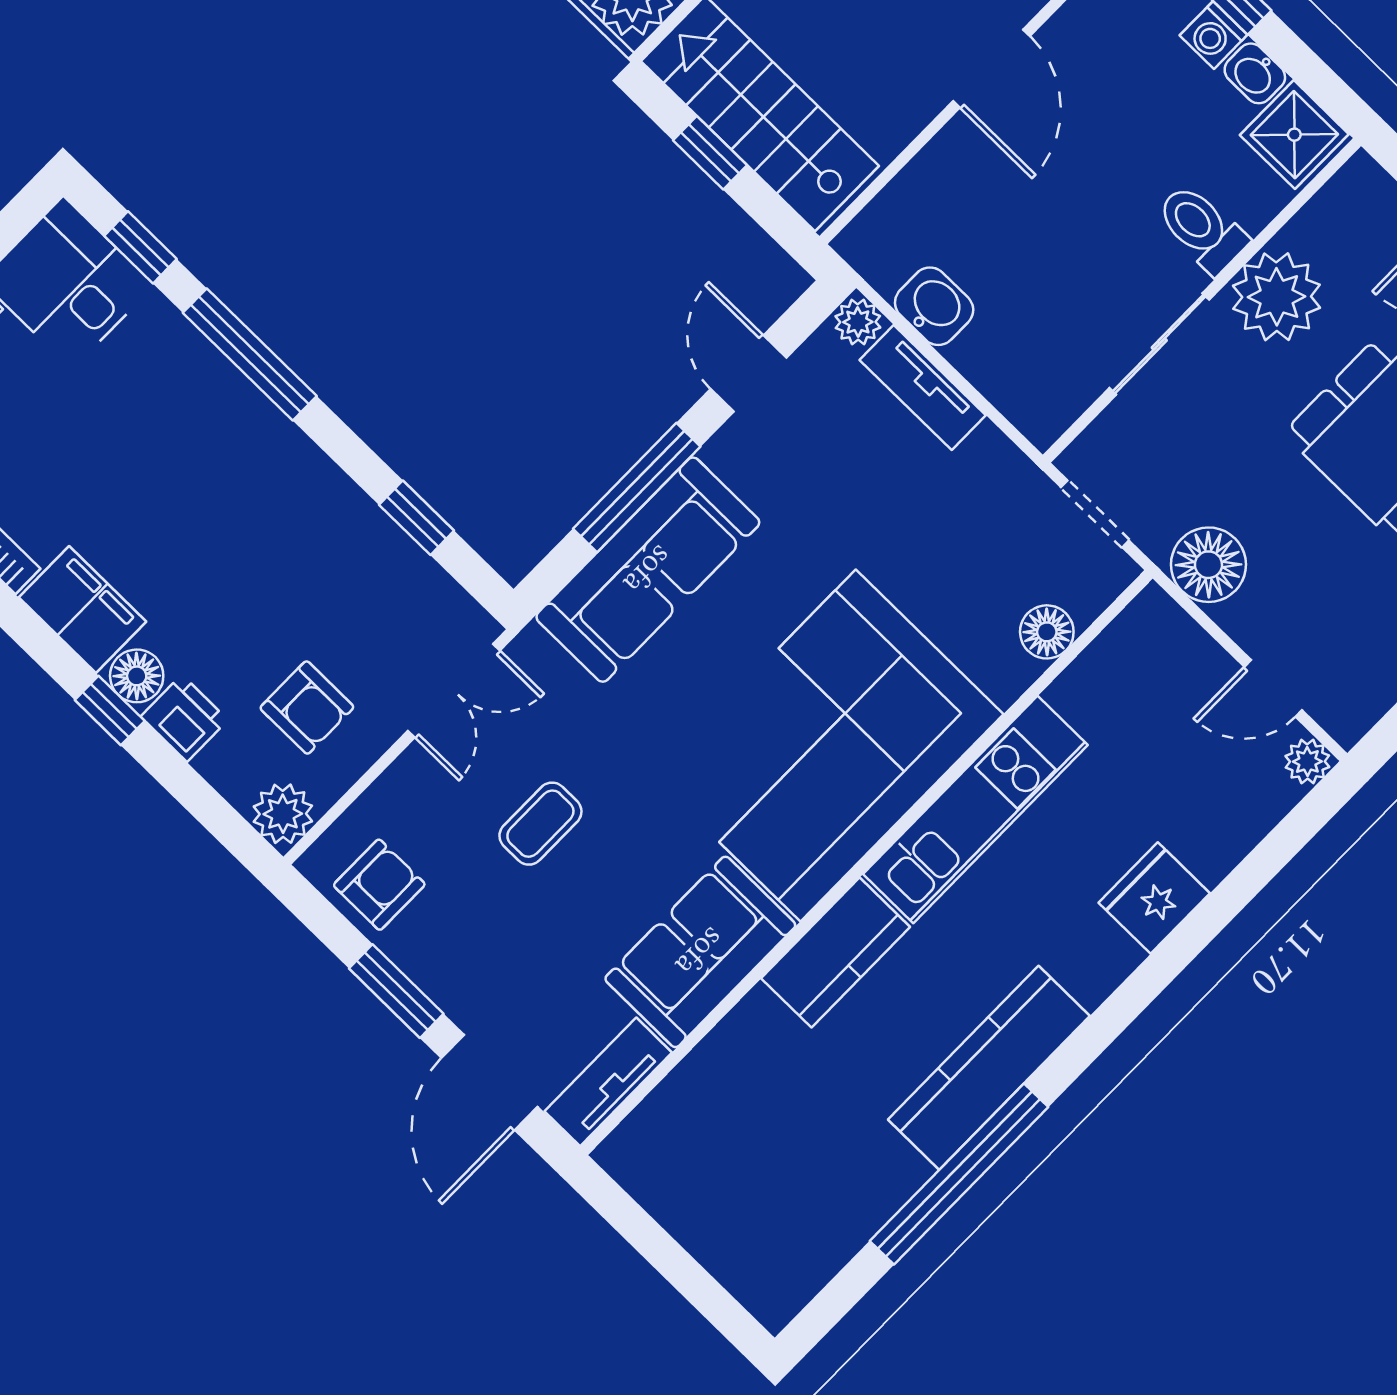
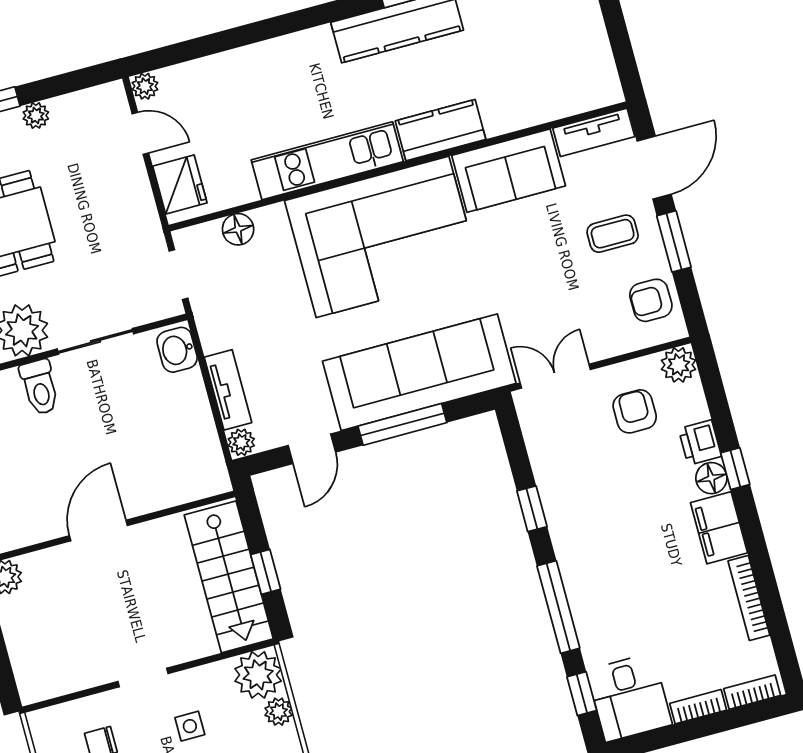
washbasin: (934, 306) -> (177, 350), moved
window: (417, 518) -> (532, 509), moved
floor lamp: (1208, 565) -> (136, 215), removed
sofa: (648, 570) -> (419, 372), width x1.36, depth x1.27
coffee table: (540, 824) -> (613, 234), moved
fridge: (1154, 898) -> (180, 184), moved, turned -90

